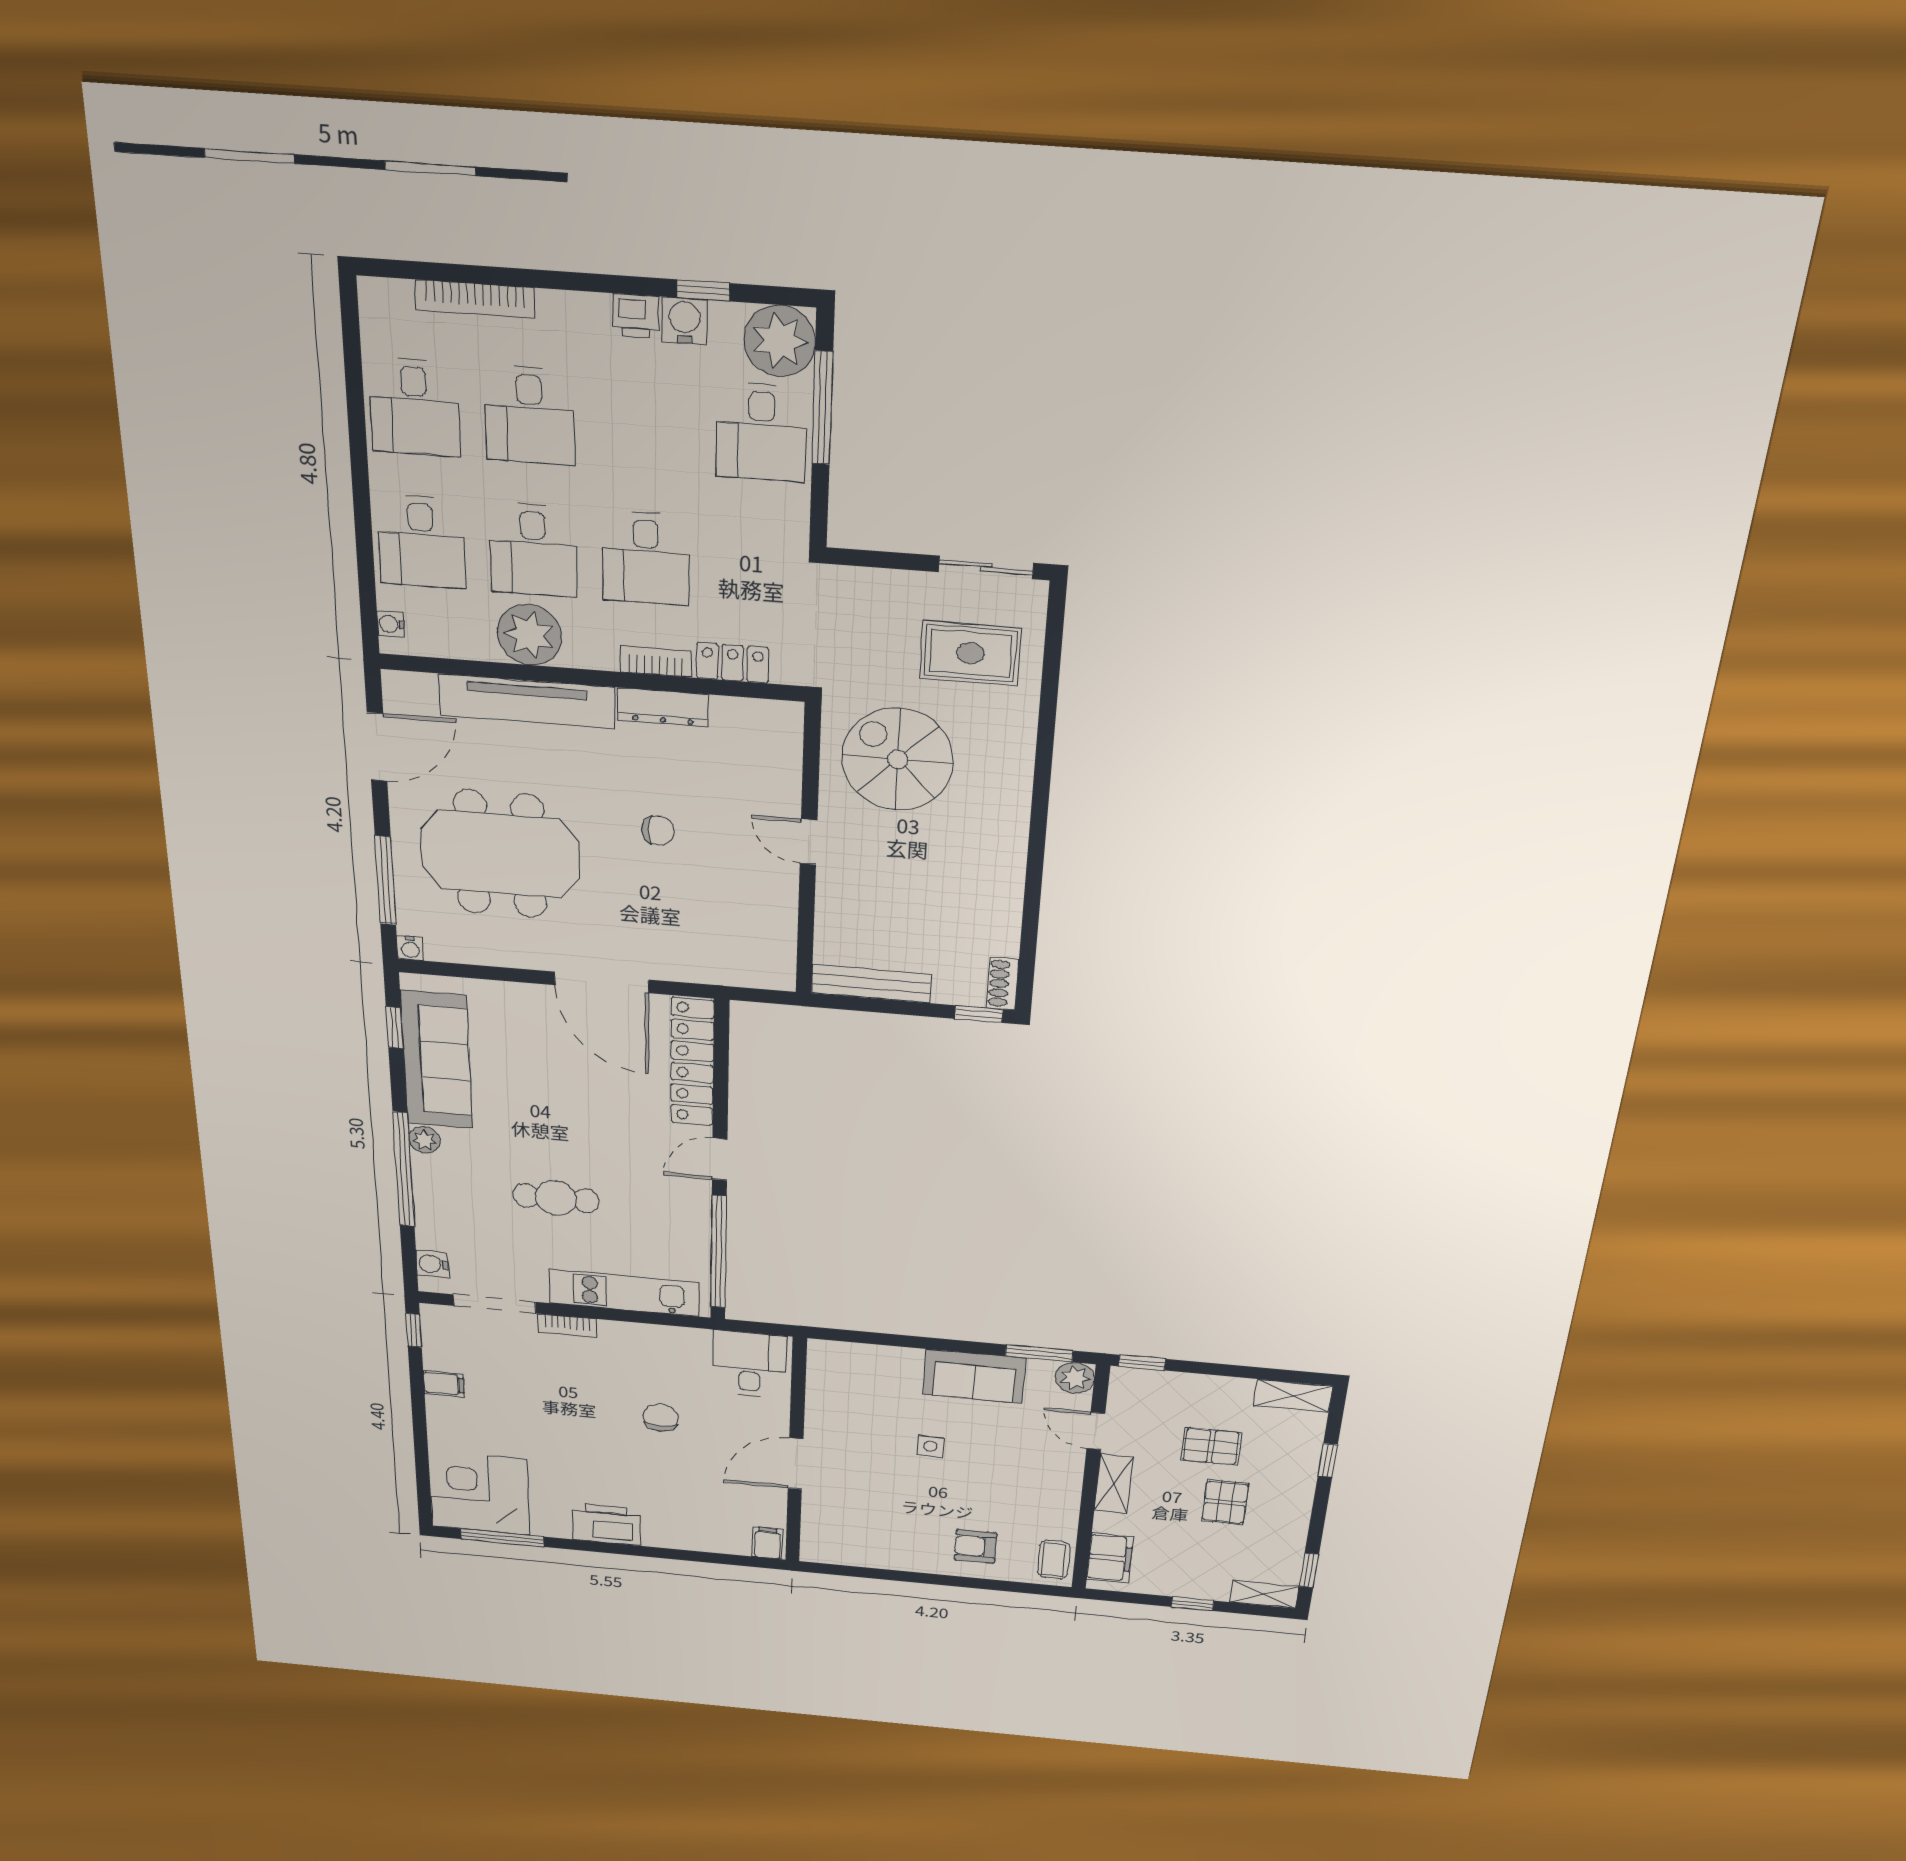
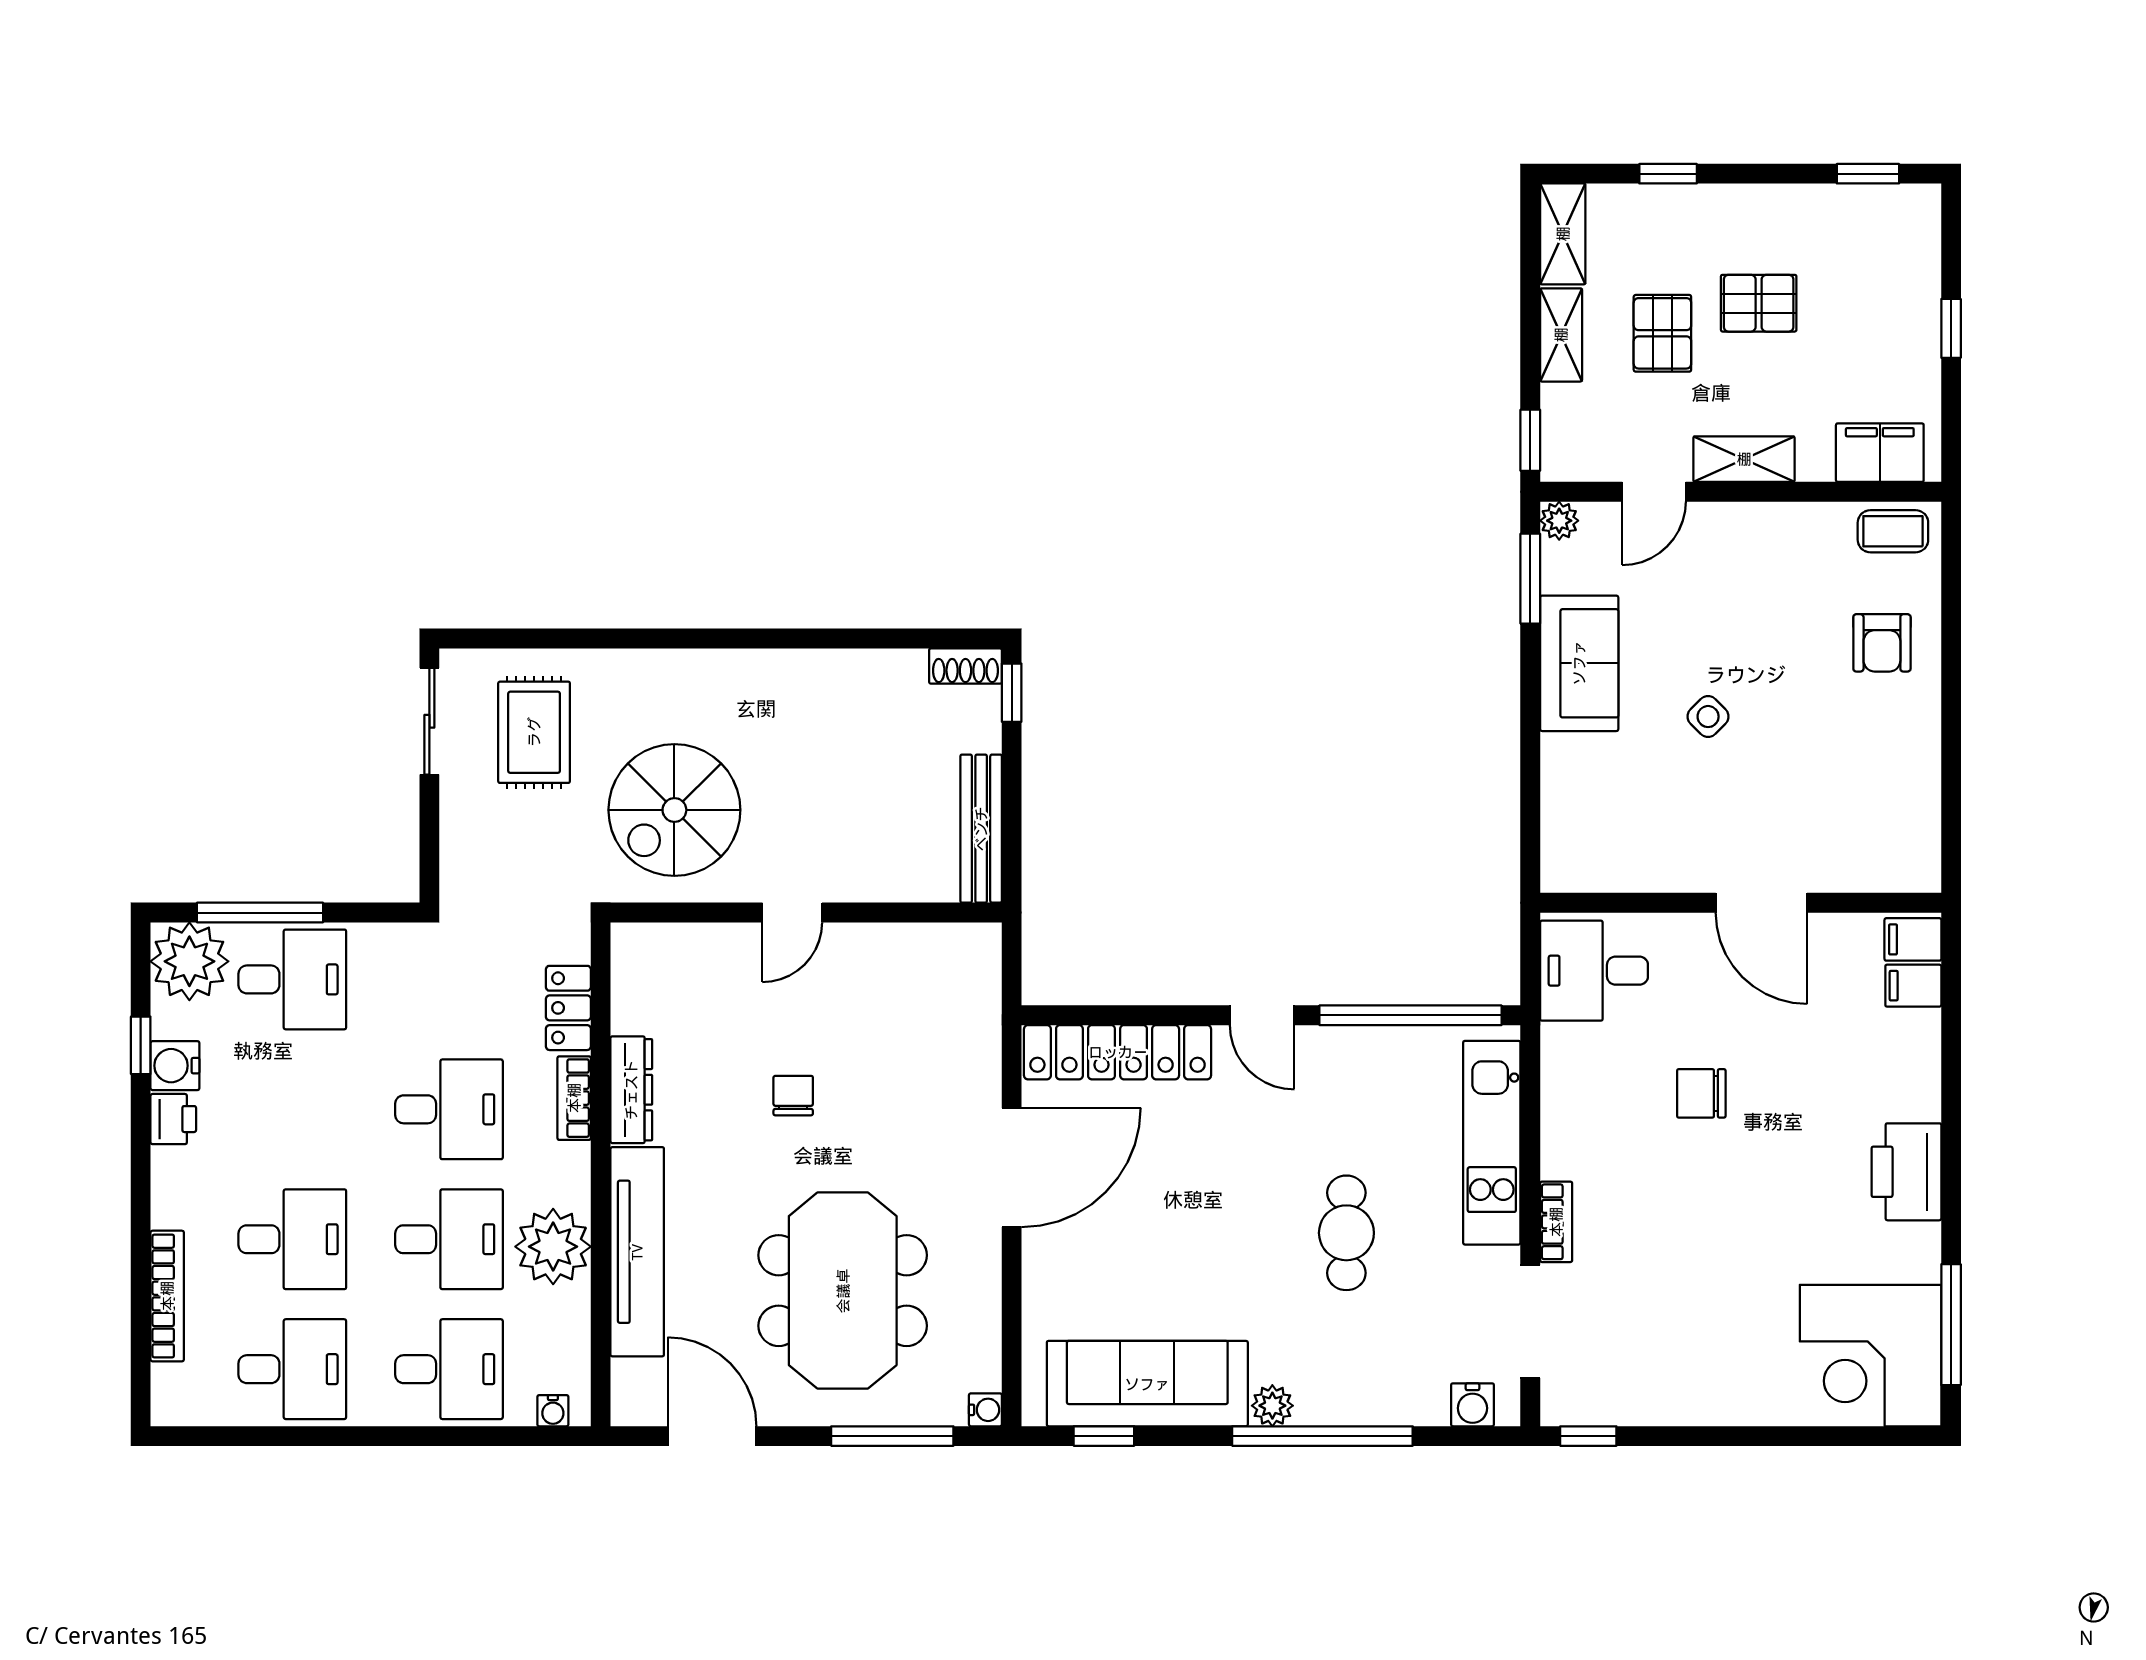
plant: (1075, 1378) -> (1559, 521), width x0.73, depth x0.73
filing cabinet: (444, 1384) -> (1913, 986), moved, turned -90
side table: (930, 1446) -> (1708, 717), turned 45
shelving: (1264, 1594) -> (1561, 335), moved

